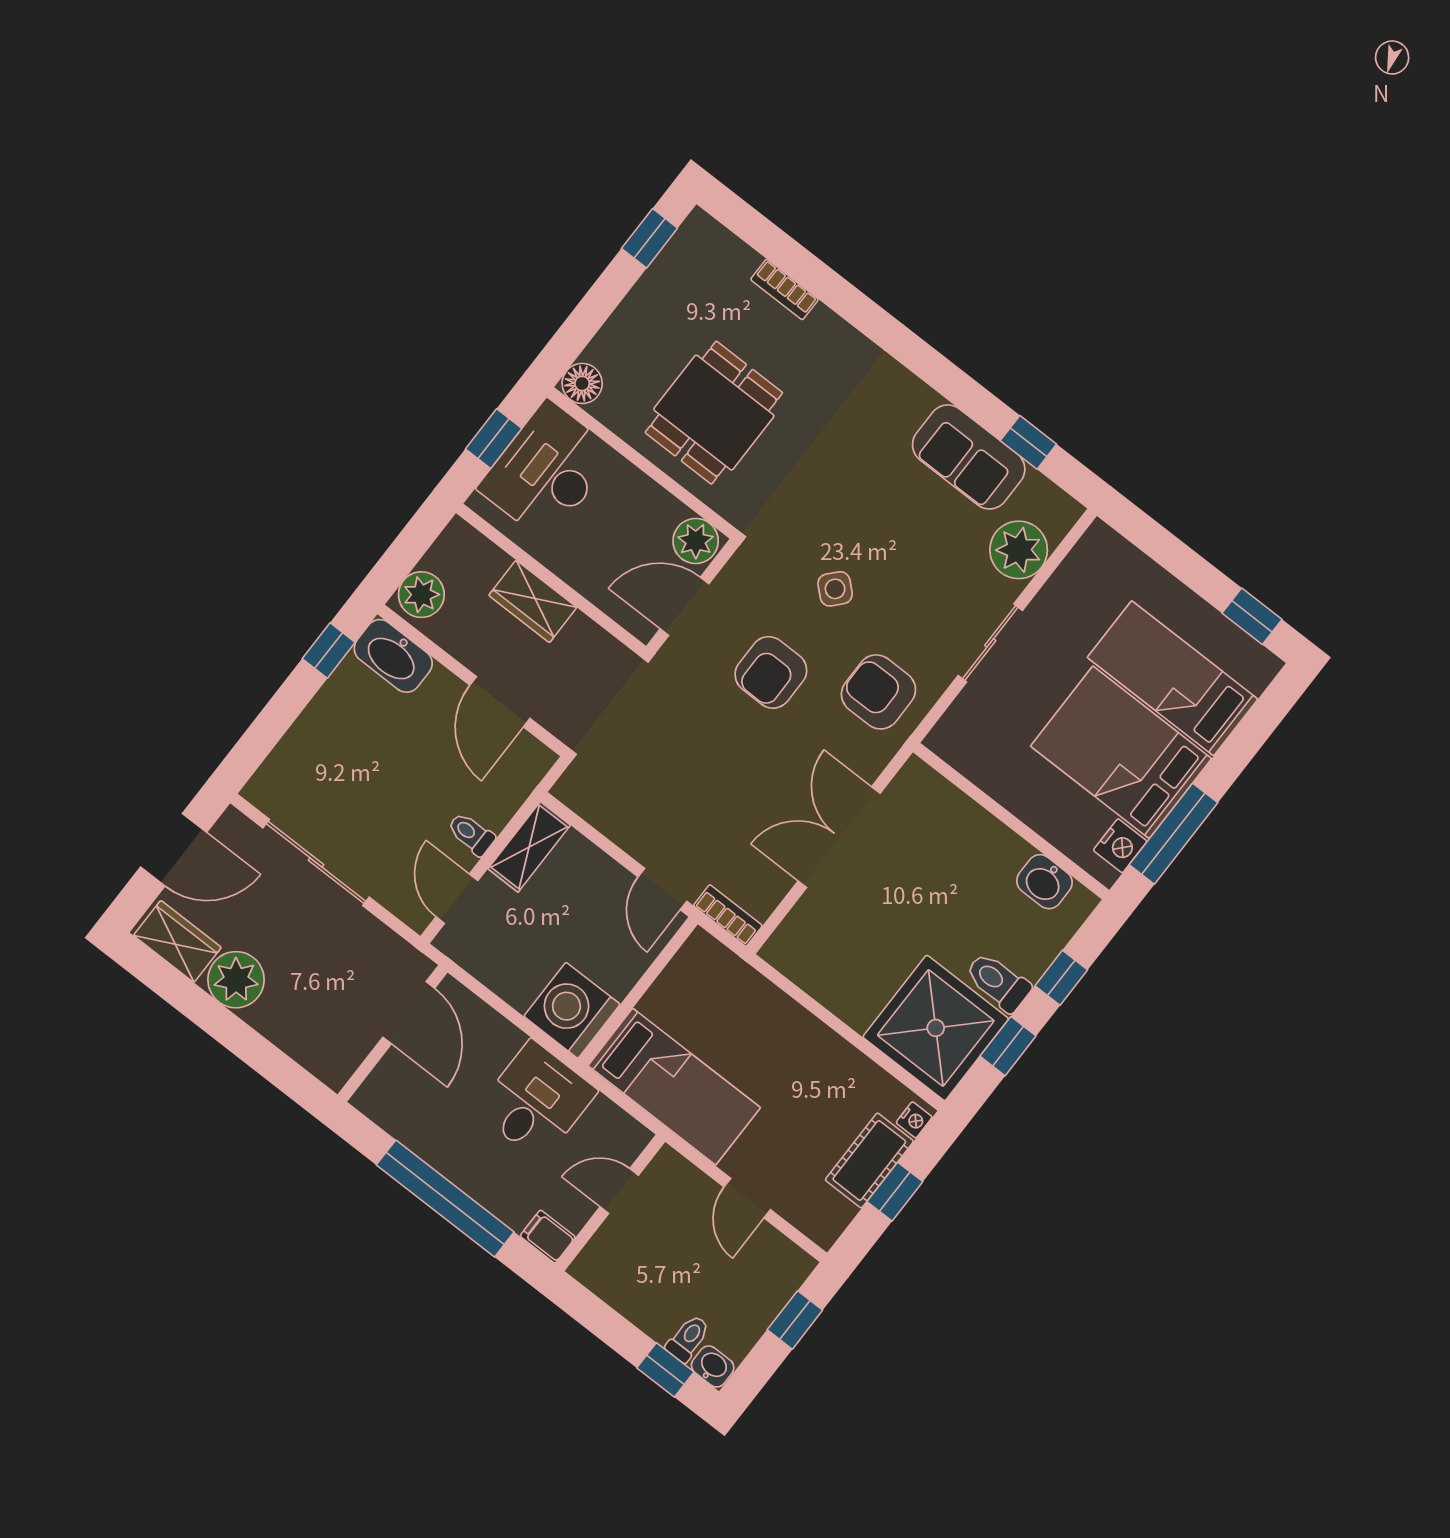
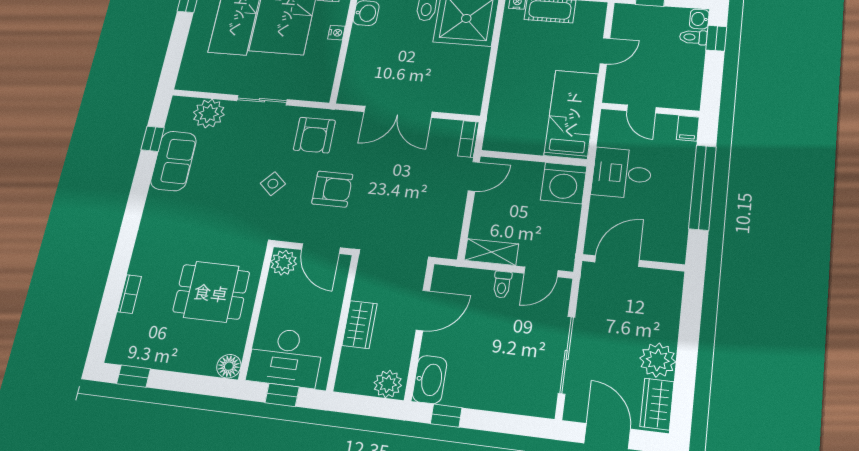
nightstand: (1038, 818) -> (336, 33), added

